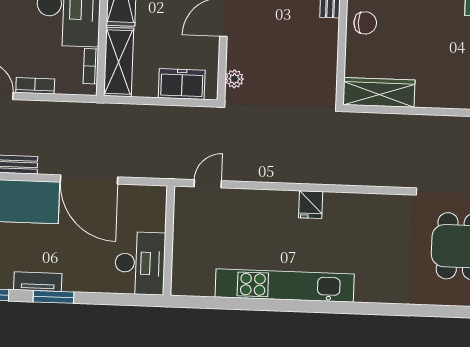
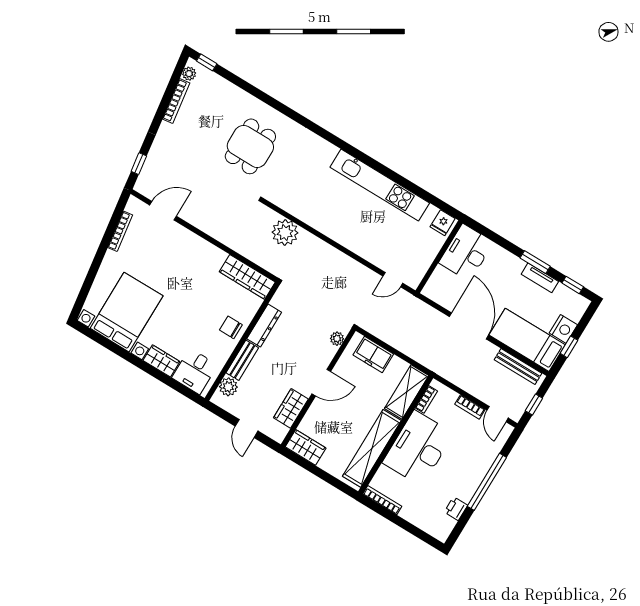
dresser: (328, 47) -> (264, 325), added
plant: (364, 169) -> (285, 233), added
fridge: (311, 205) -> (443, 223), moved, turned 180

